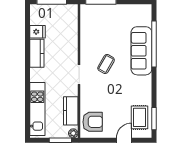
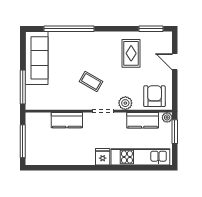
fridge: (37, 32) -> (103, 157), moved
sofa: (141, 51) -> (37, 58), moved, turned -90
kitchen counter: (37, 53) -> (67, 120), moved, turned 180
plant: (86, 95) -> (125, 103), added
rug: (140, 117) -> (131, 53), moved, turned 90

